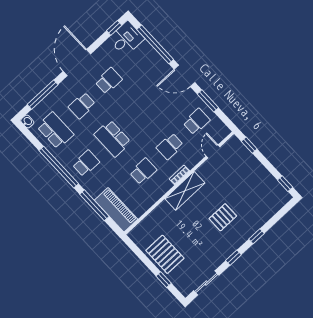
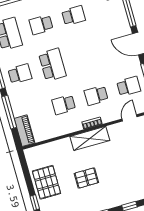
school desk: (112, 138) -> (52, 65), turned 180
school desk: (143, 171) -> (64, 105), turned 180
piano: (116, 210) -> (25, 131), width x0.73, depth x0.75
pallet: (223, 217) -> (86, 178), moved

